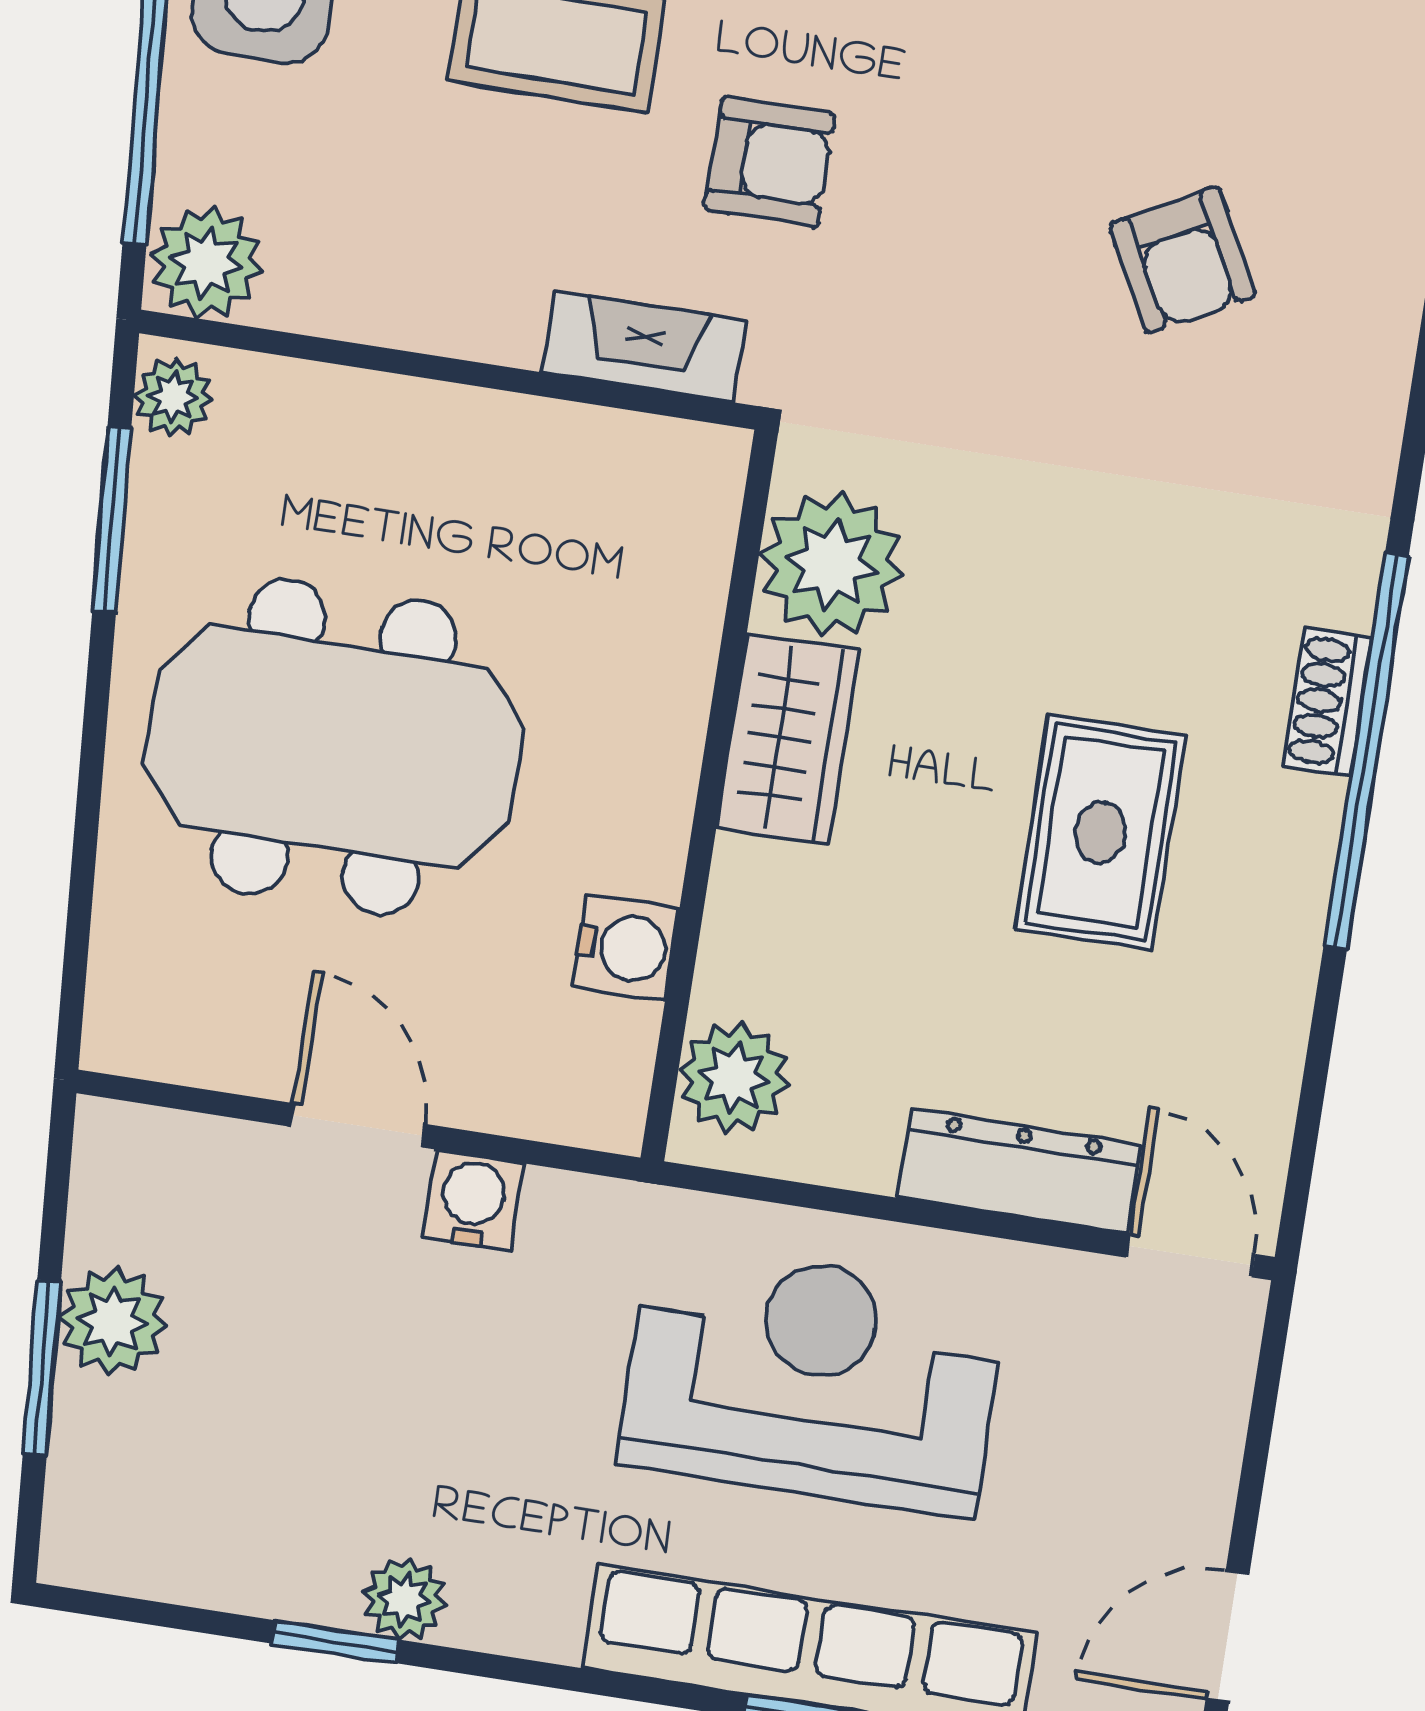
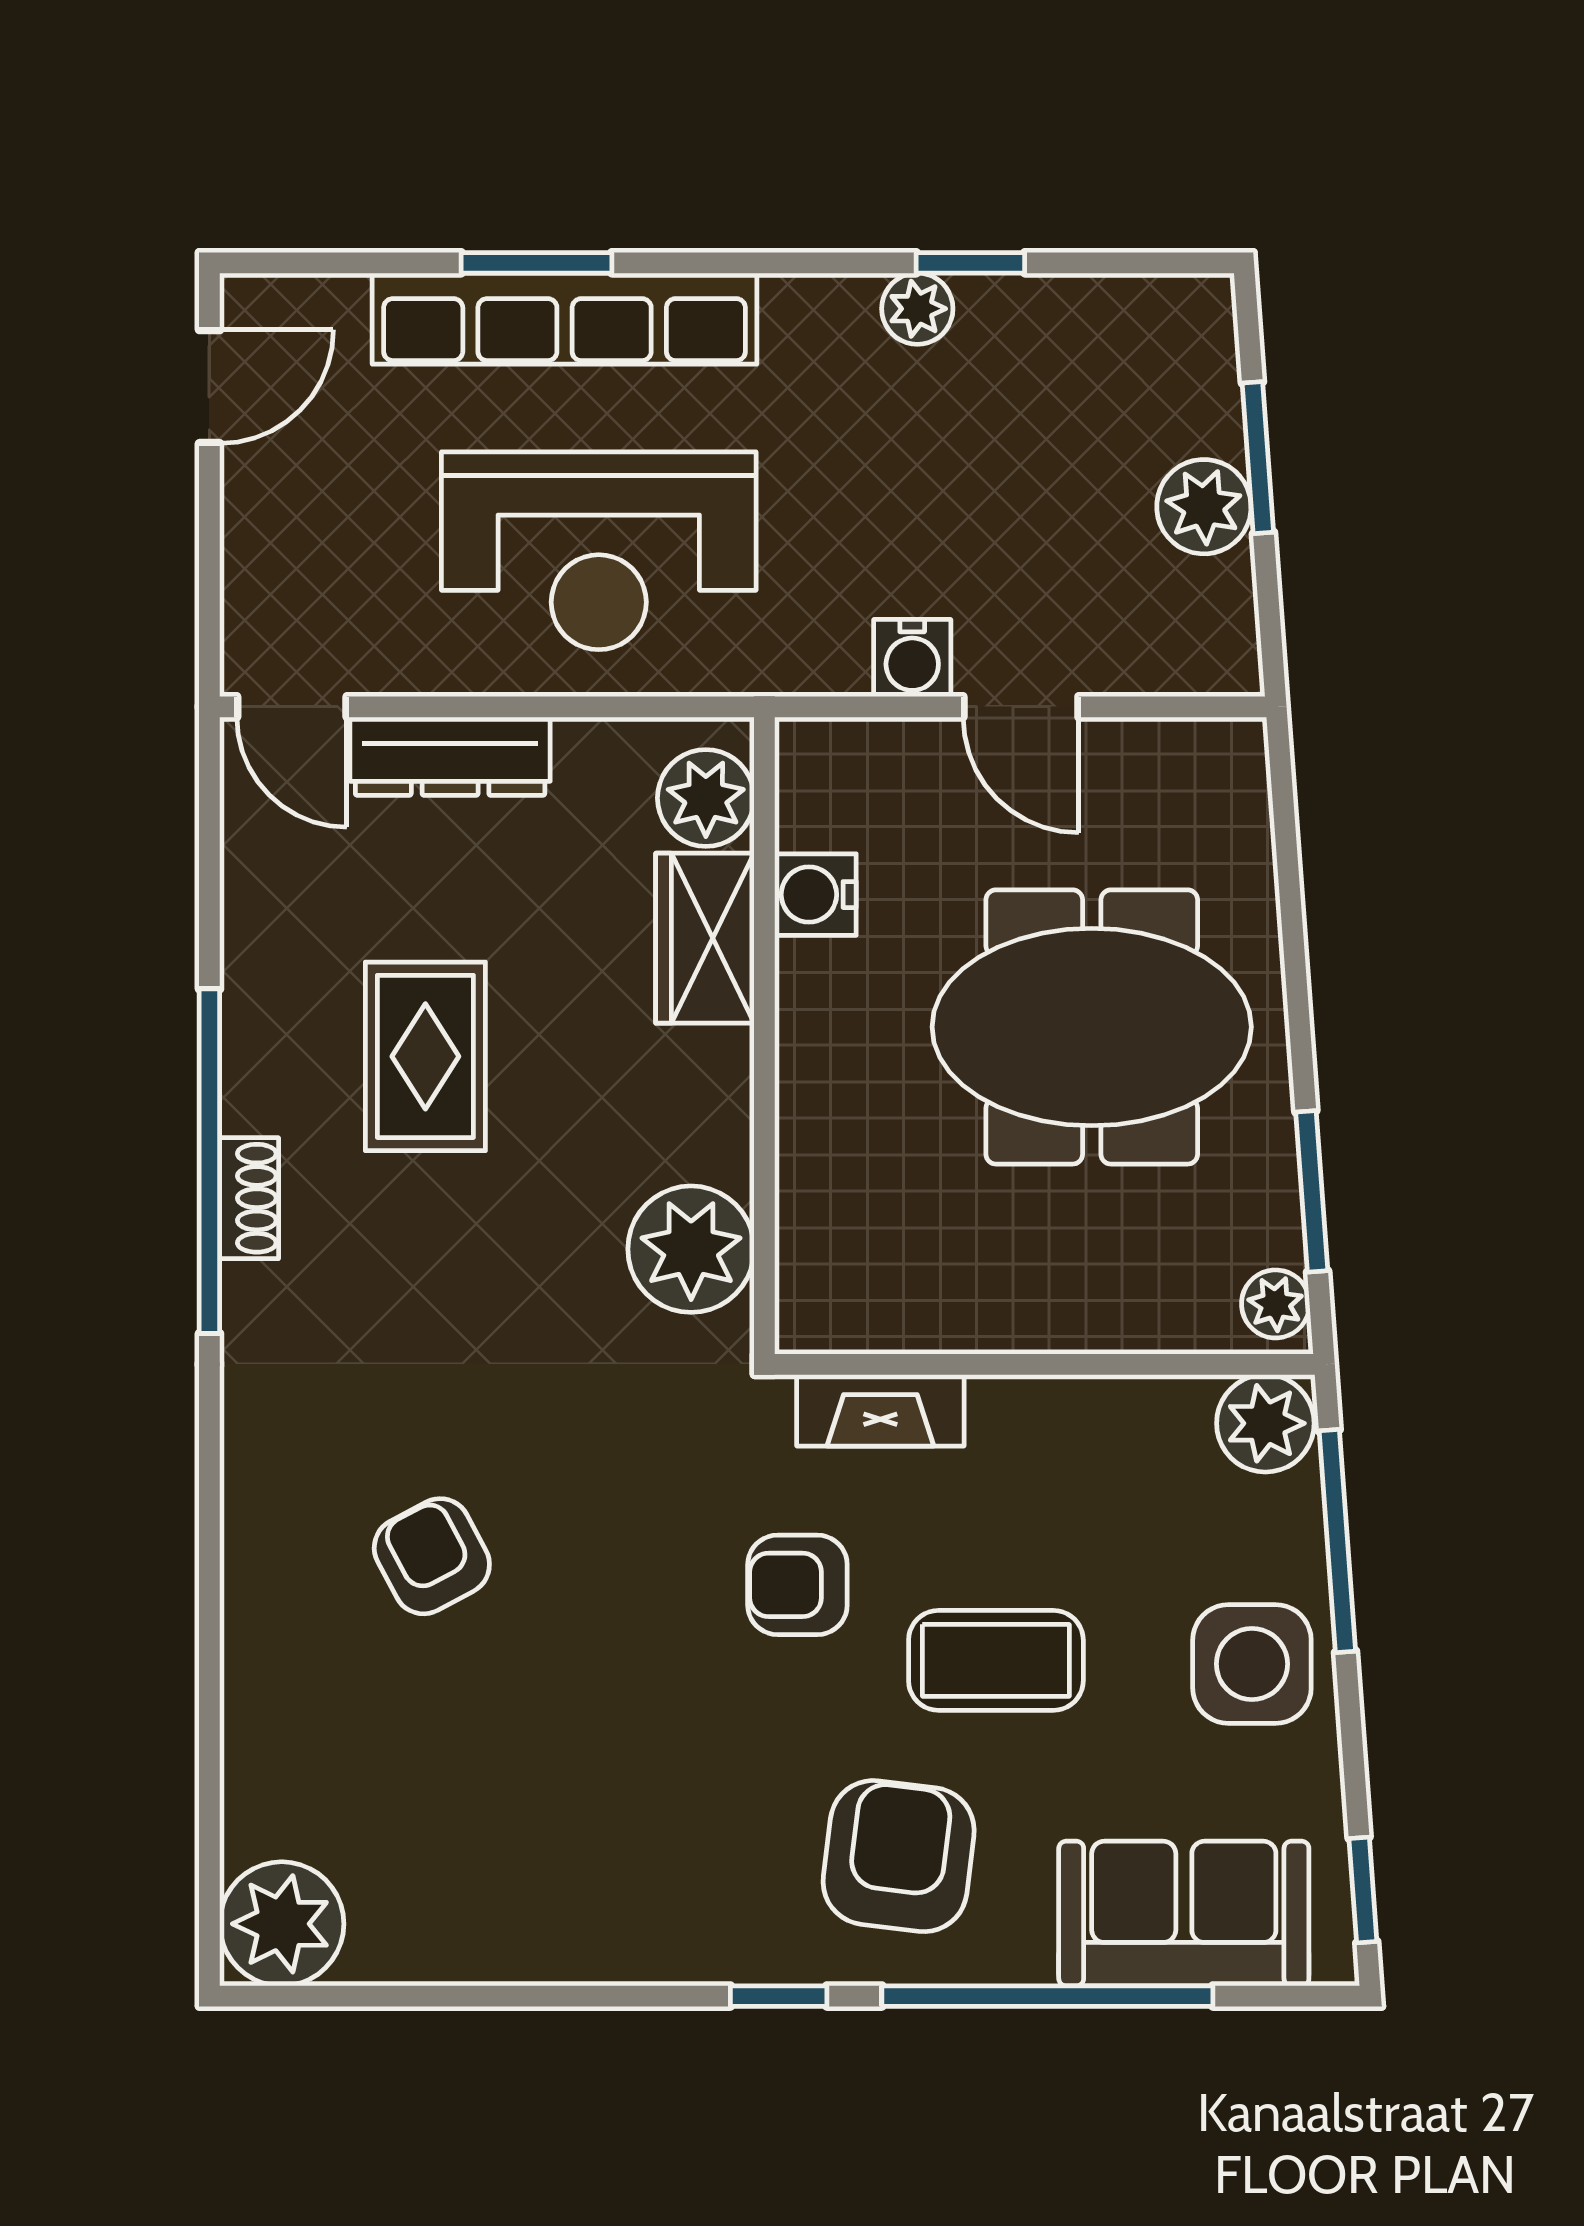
wardrobe: (788, 739) -> (705, 938), moved

